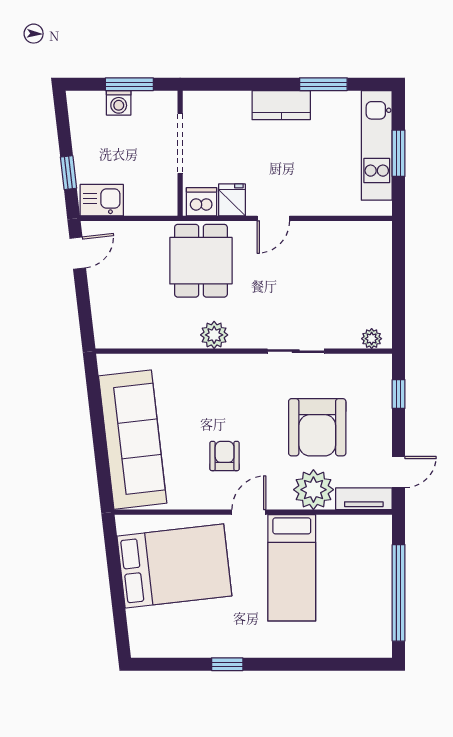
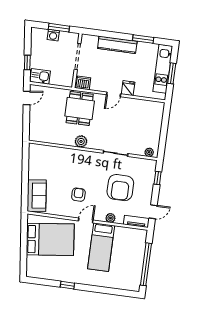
kitchen counter: (281, 105) -> (117, 45), width x1.50
fridge: (232, 200) -> (128, 88), moved
sofa: (133, 440) -> (37, 196), width x0.54, depth x0.79
plant: (313, 490) -> (110, 218), width x0.53, depth x0.53

